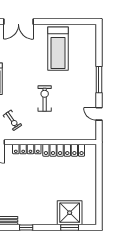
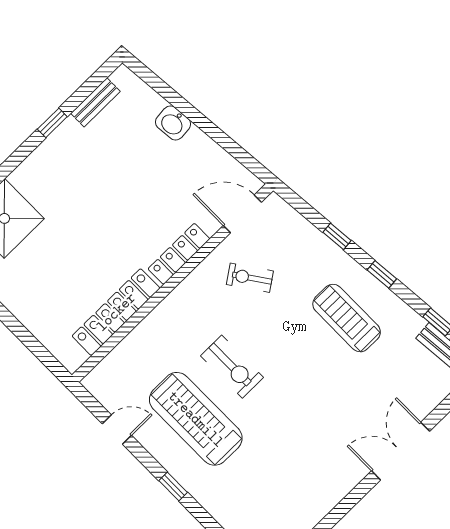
treadmill: (58, 49) -> (196, 419), moved
window: (99, 80) -> (173, 487), width x0.46

